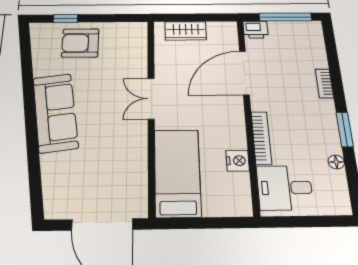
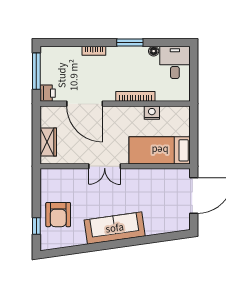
desk: (285, 188) -> (175, 62), moved, turned 180

